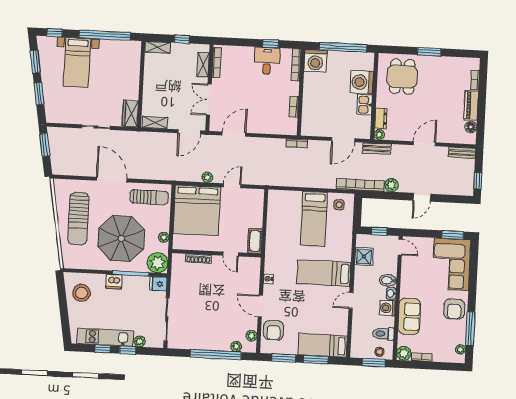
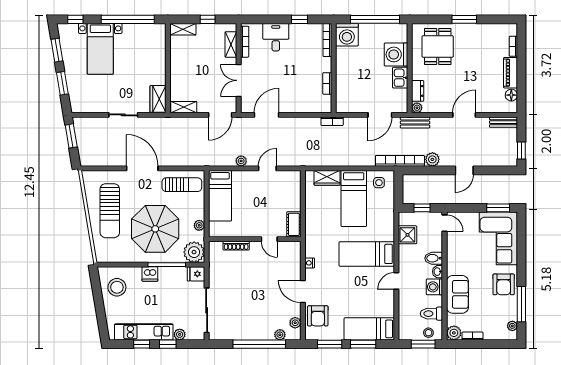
desk: (267, 61) -> (276, 37), moved
wardrobe: (289, 198) -> (327, 178), added
bed: (197, 210) -> (220, 196), width x0.49

